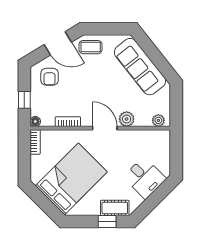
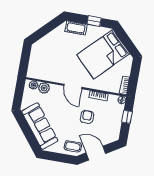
armchair: (50, 77) -> (87, 117), moved
plant: (127, 119) -> (44, 88), moved
desk: (145, 178) -> (51, 46), removed
window: (107, 222) -> (94, 21), moved

